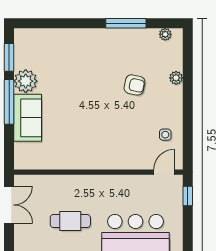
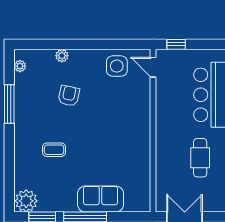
coffee table: (79, 70) -> (54, 150), added
plant: (26, 81) -> (26, 201), moved
side table: (165, 135) -> (117, 66), width x1.87, depth x1.87

